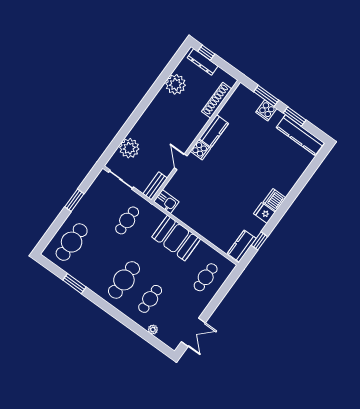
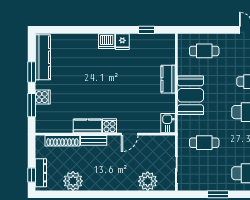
bench: (155, 186) -> (94, 140), moved
kitchen counter: (242, 246) -> (168, 79), moved, turned 90

